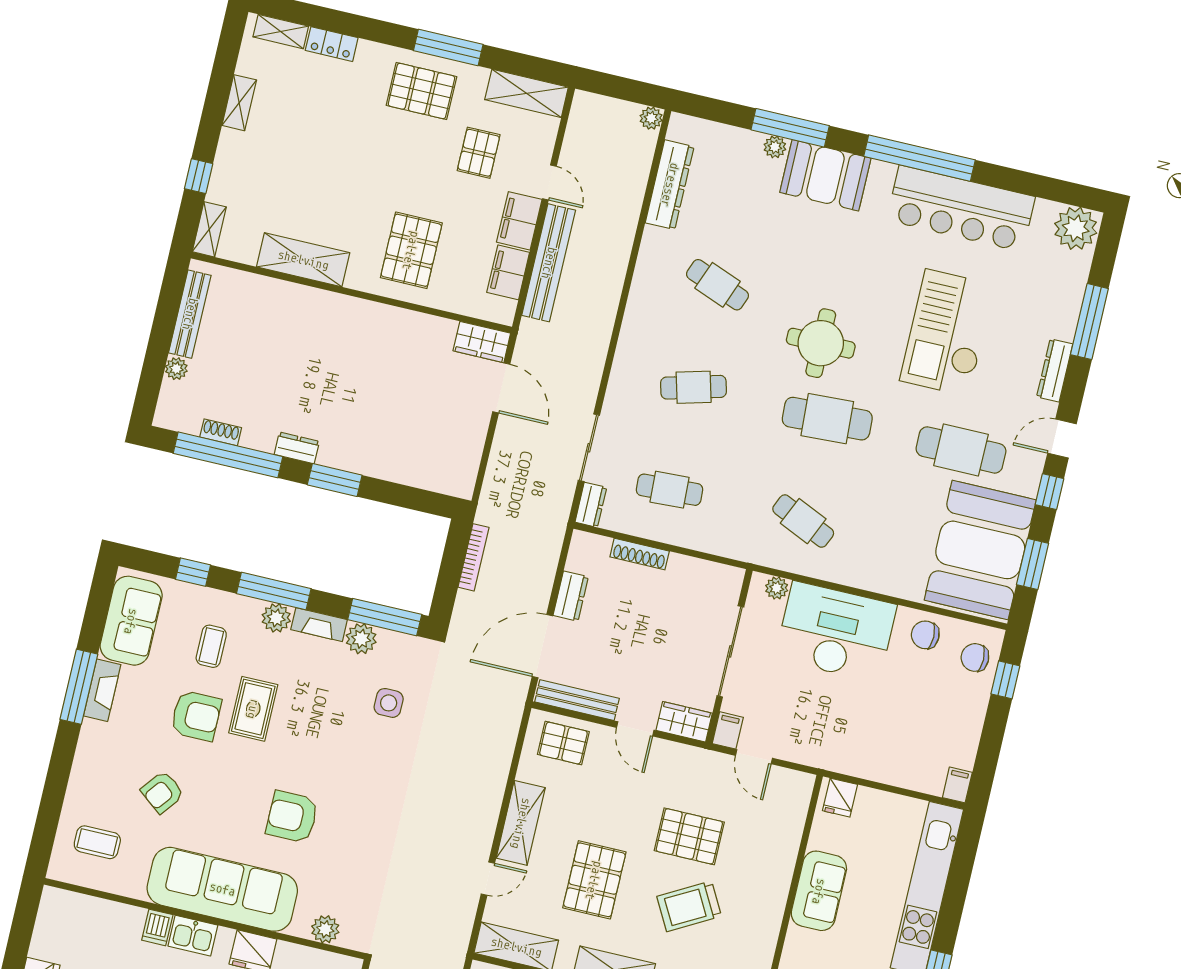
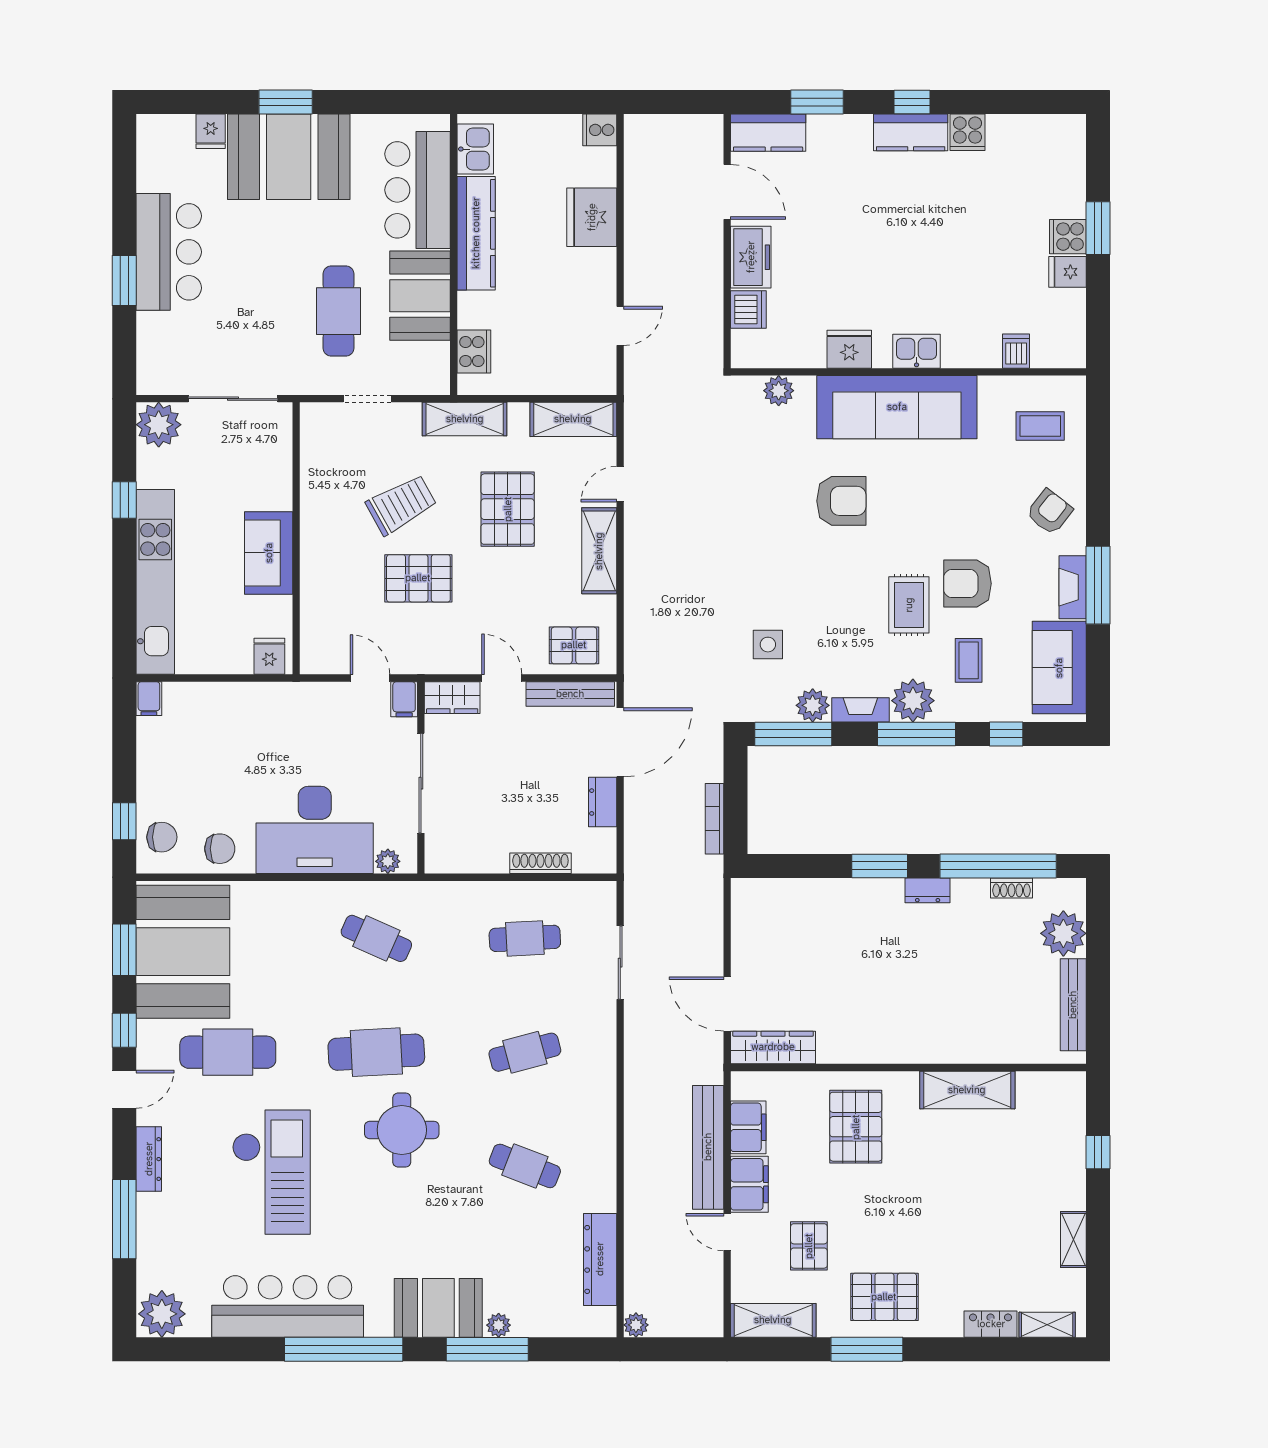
shelving: (209, 229) -> (1074, 1099), removed
wardrobe: (482, 342) -> (773, 1047), width x1.50
plant: (176, 369) -> (1063, 933), width x1.87, depth x1.87
dresser: (591, 505) -> (604, 903), removed
plant: (276, 618) -> (913, 701), width x1.36, depth x1.36
armchair: (162, 792) -> (1049, 512), moved
dishwasher: (157, 927) -> (1016, 351), moved

